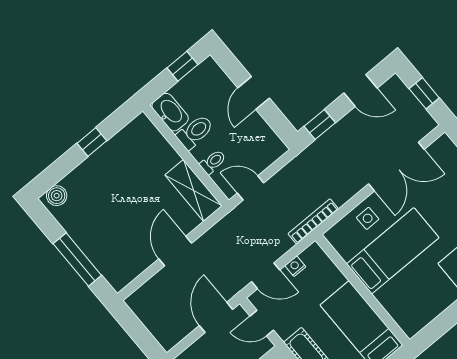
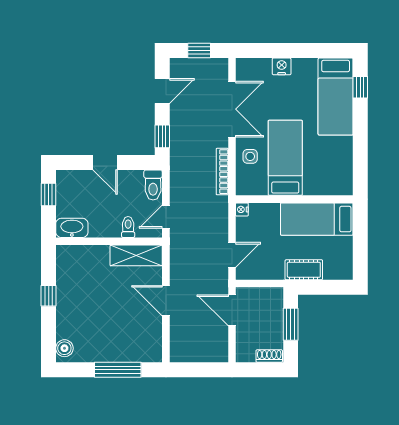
toilet: (195, 132) -> (153, 185), moved, turned 180
bookcase: (313, 221) -> (222, 172), moved
nightstand: (295, 266) -> (242, 209), moved
door: (262, 323) -> (261, 283), removed

